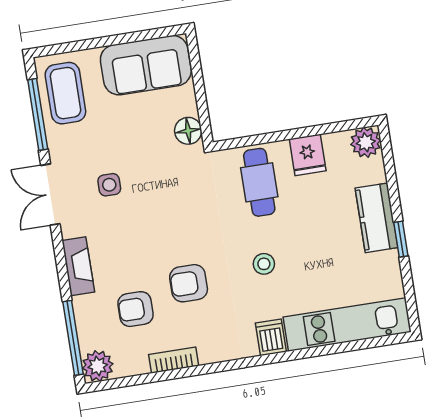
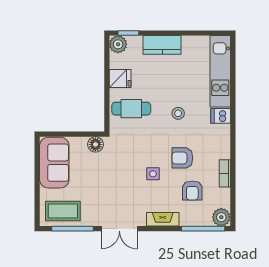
side table: (109, 185) -> (153, 174), moved
window: (401, 239) -> (128, 33), moved
armchair: (189, 283) -> (182, 158), turned 90

